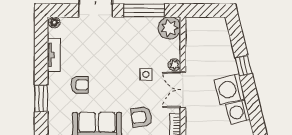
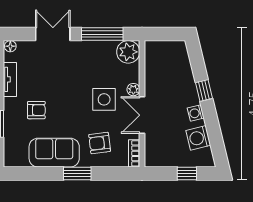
side table: (146, 74) -> (104, 99), width x1.87, depth x1.87
washing machine: (230, 89) -> (196, 113), width x0.53, depth x0.53

